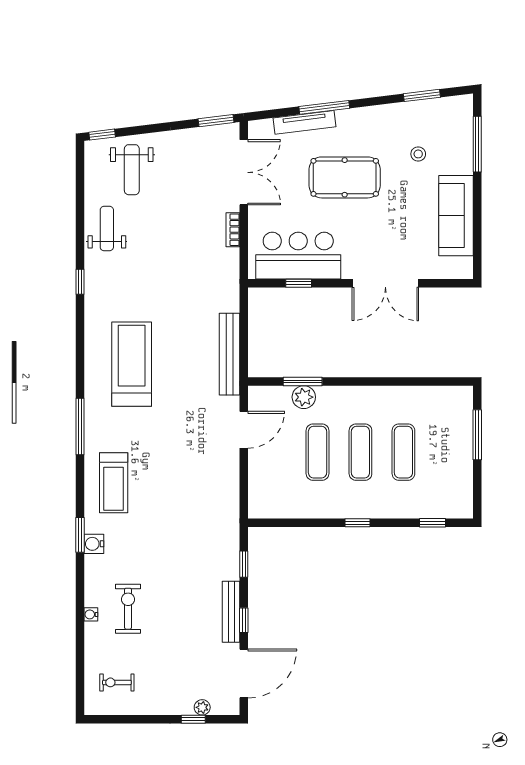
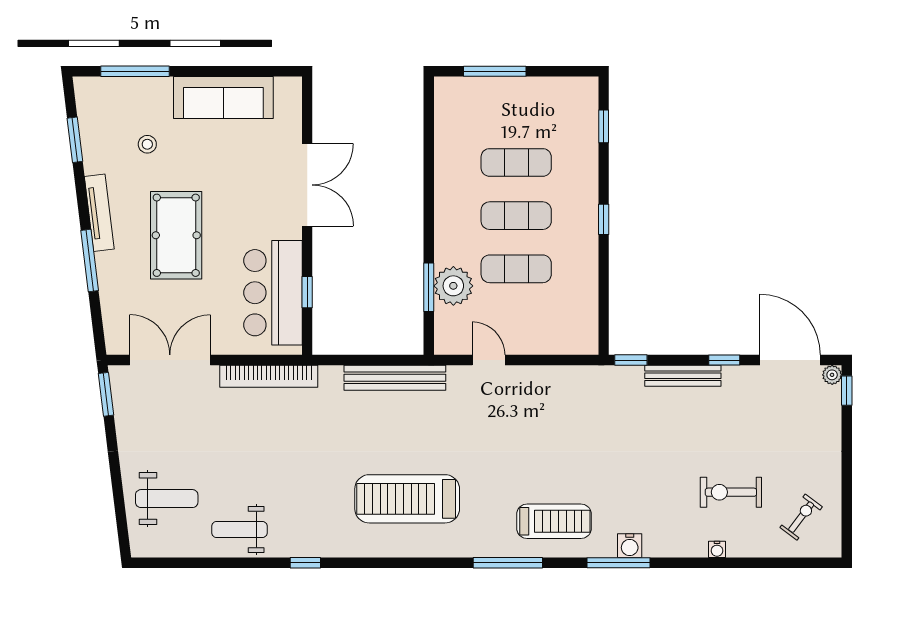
tv unit: (305, 122) -> (99, 213), moved
window: (102, 135) -> (123, 535), removed
bookcase: (233, 230) -> (269, 376), width x2.31, depth x1.31
plant: (304, 397) -> (453, 286), width x1.36, depth x1.36
window: (80, 426) -> (508, 563), moved
door: (244, 430) -> (489, 360), width x0.73
window: (80, 535) -> (618, 563), width x1.44
window: (244, 564) -> (631, 360), moved
exercise bike: (128, 609) -> (731, 492), moved
bench: (231, 612) -> (683, 376), moved
exercise bike: (117, 682) -> (801, 517), turned -143
plant: (202, 707) -> (832, 375), moved
window: (193, 719) -> (847, 391), moved

